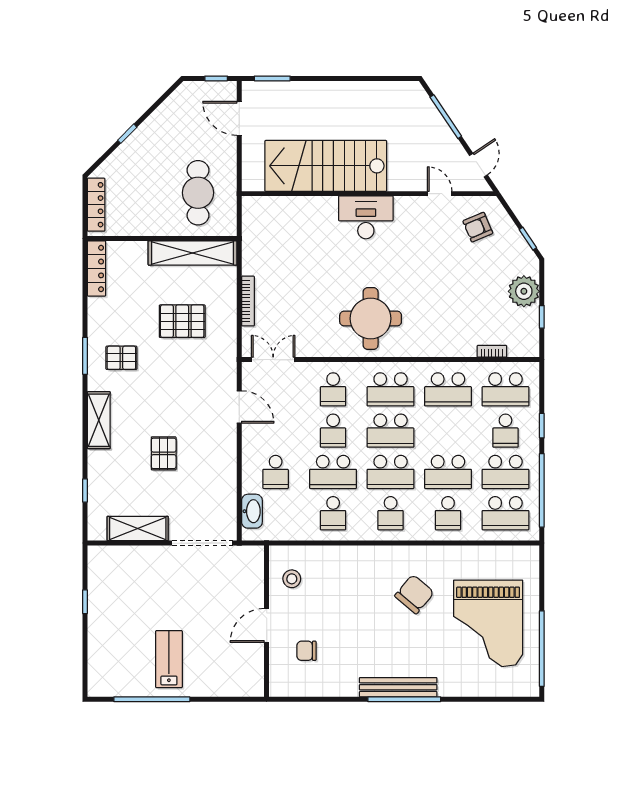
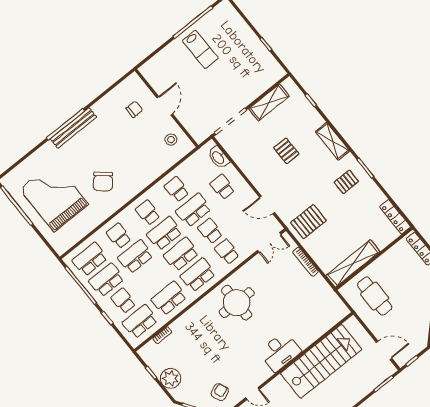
pallet: (182, 321) -> (308, 222), moved

